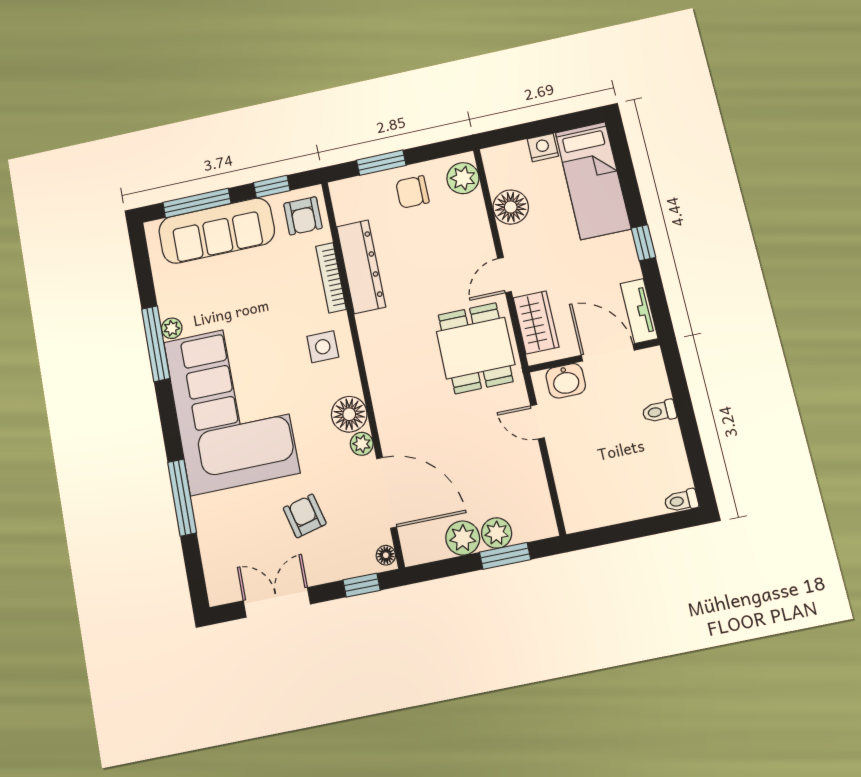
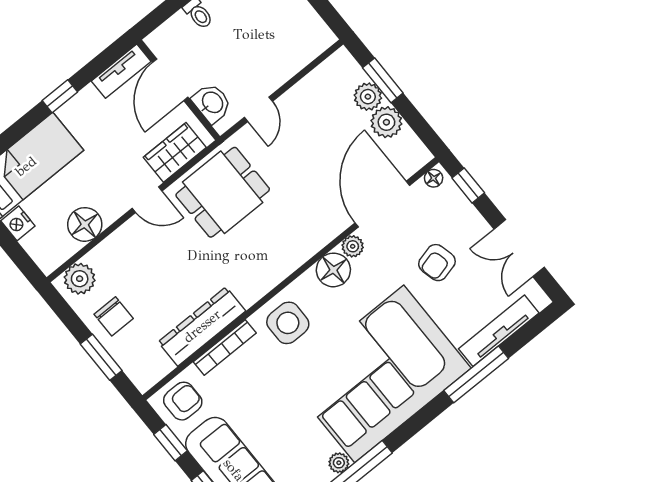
side table: (323, 347) -> (288, 323), width x1.37, depth x1.37
tv unit: (210, 541) -> (499, 331), added

